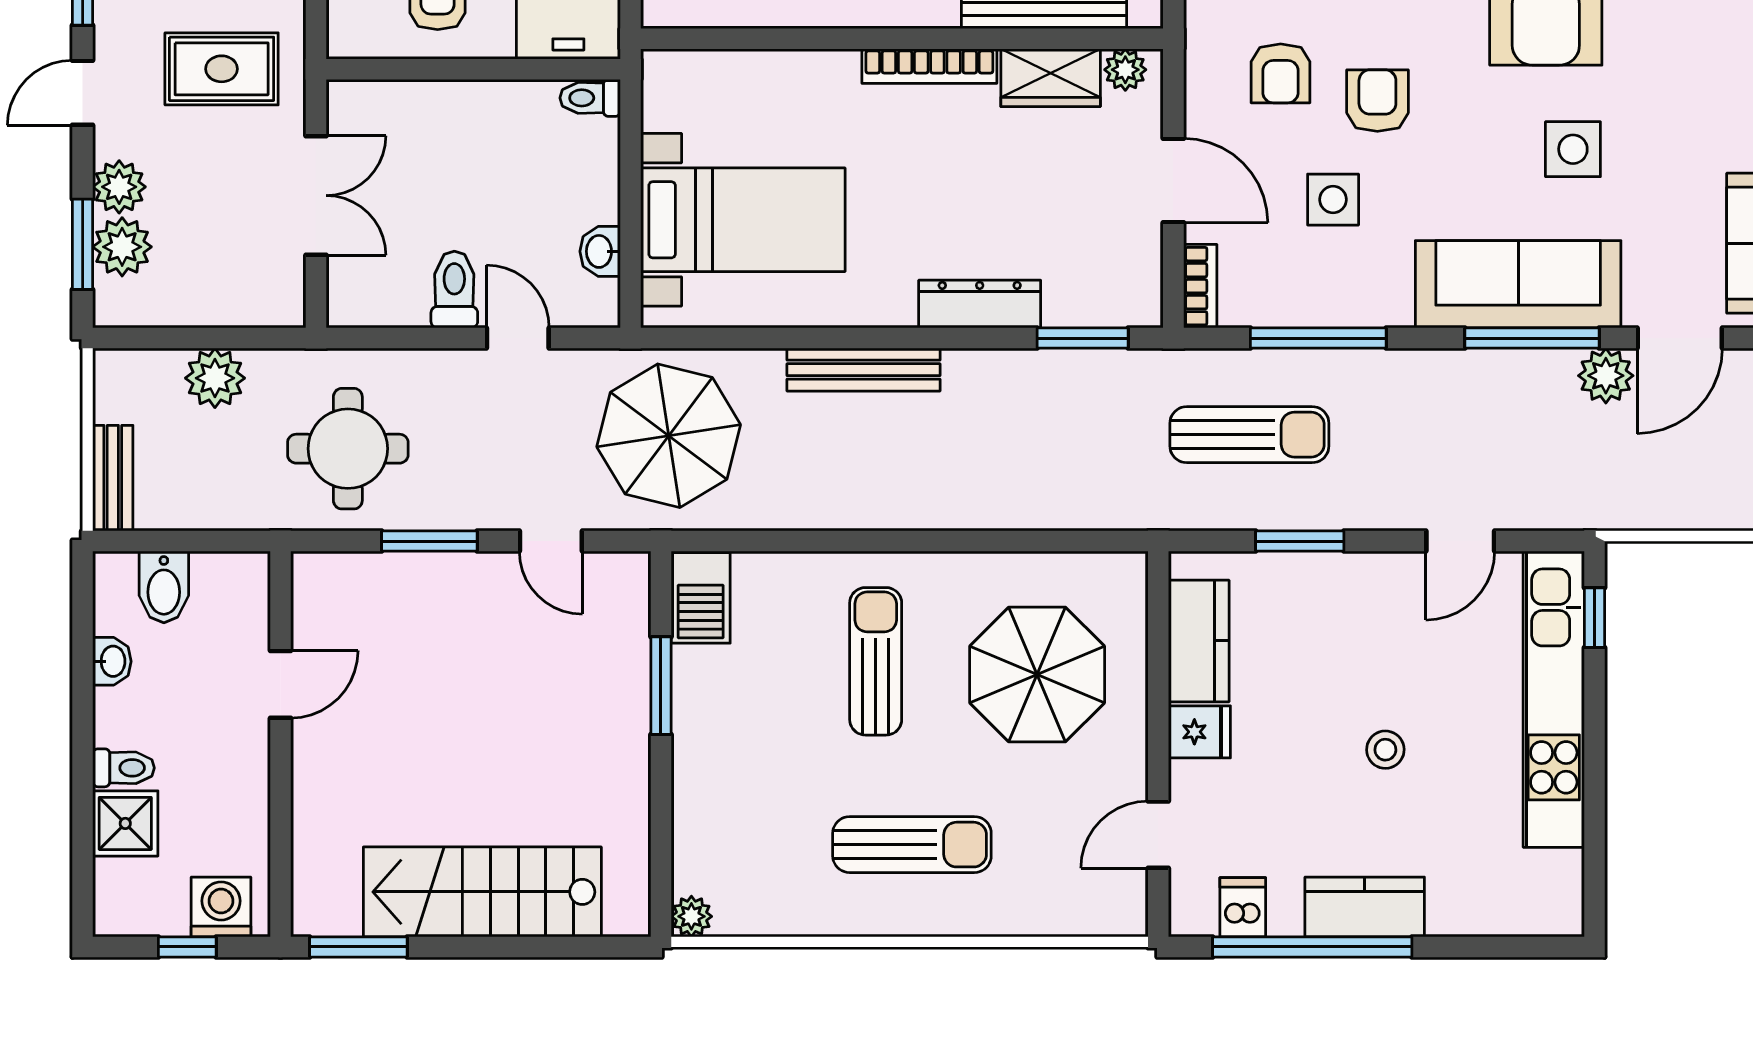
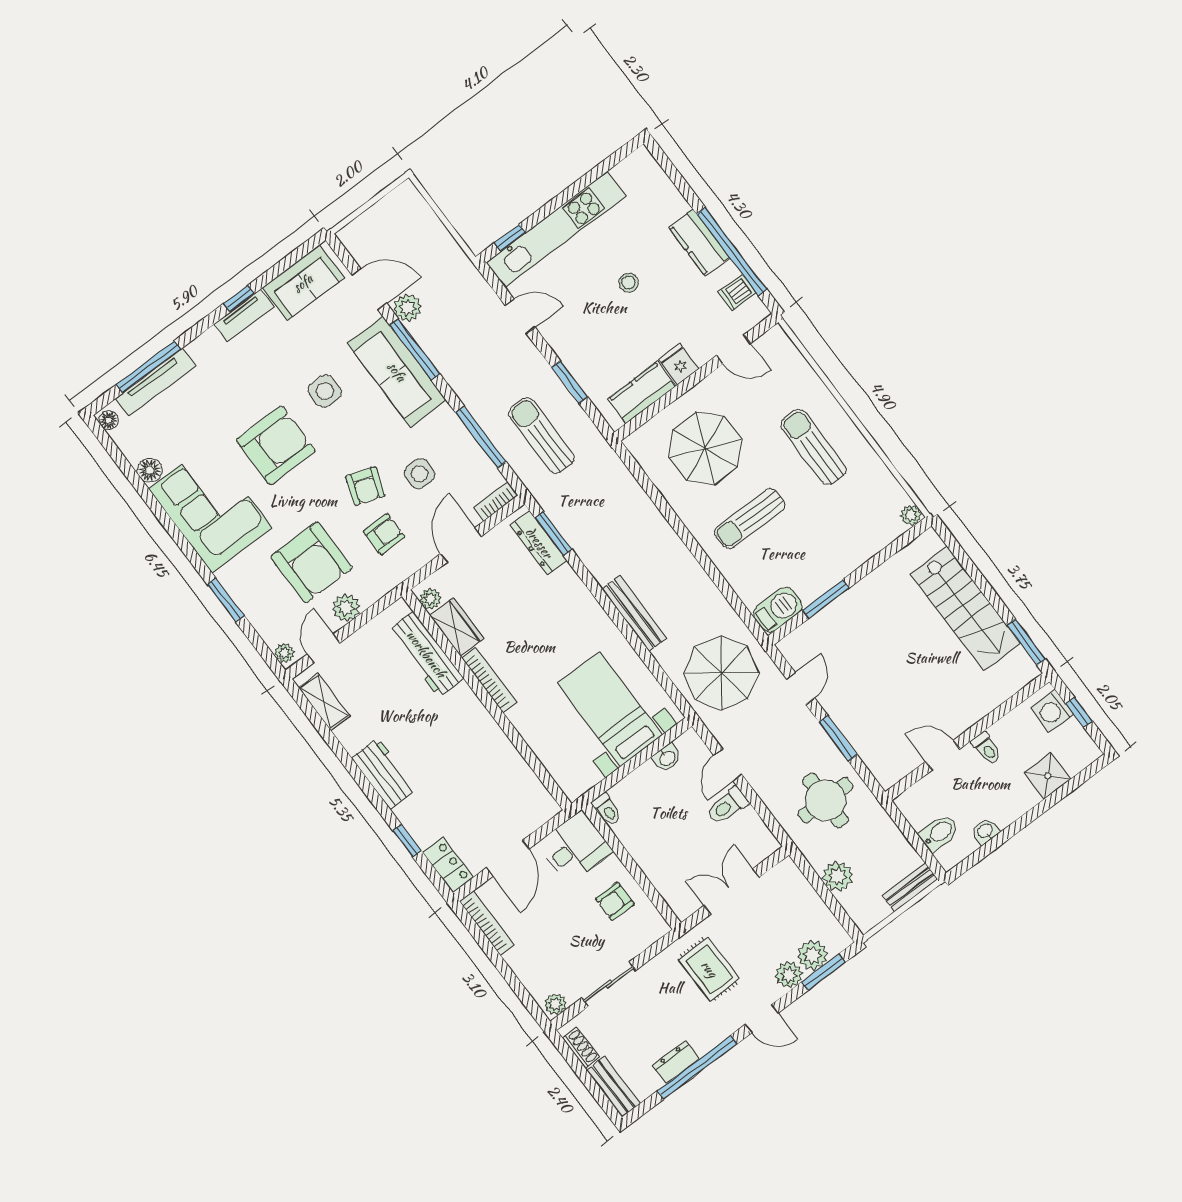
armchair: (1377, 101) -> (365, 486), turned -71
dresser: (980, 304) -> (539, 543), moved
toilet: (123, 768) -> (987, 748), moved, turned 180

